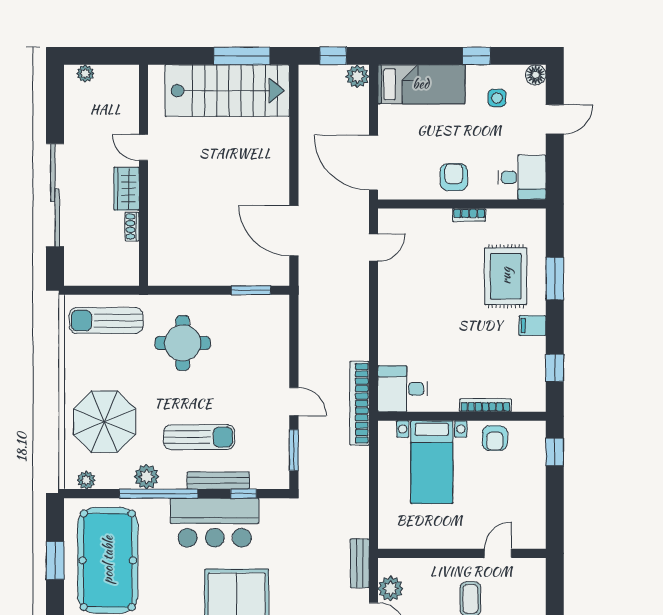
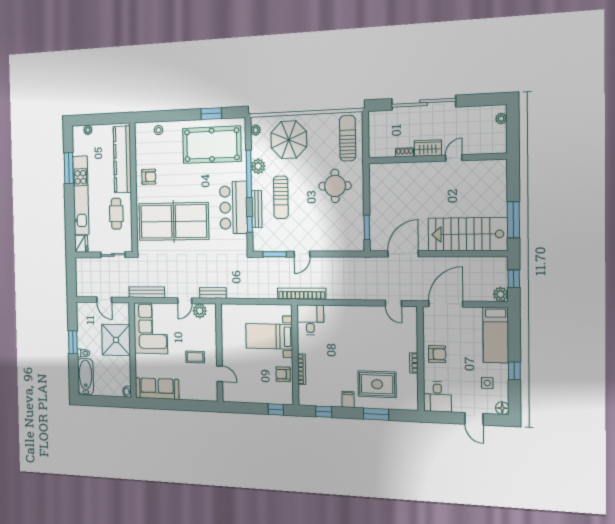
stairs: (227, 91) -> (468, 234), moved, turned 90

